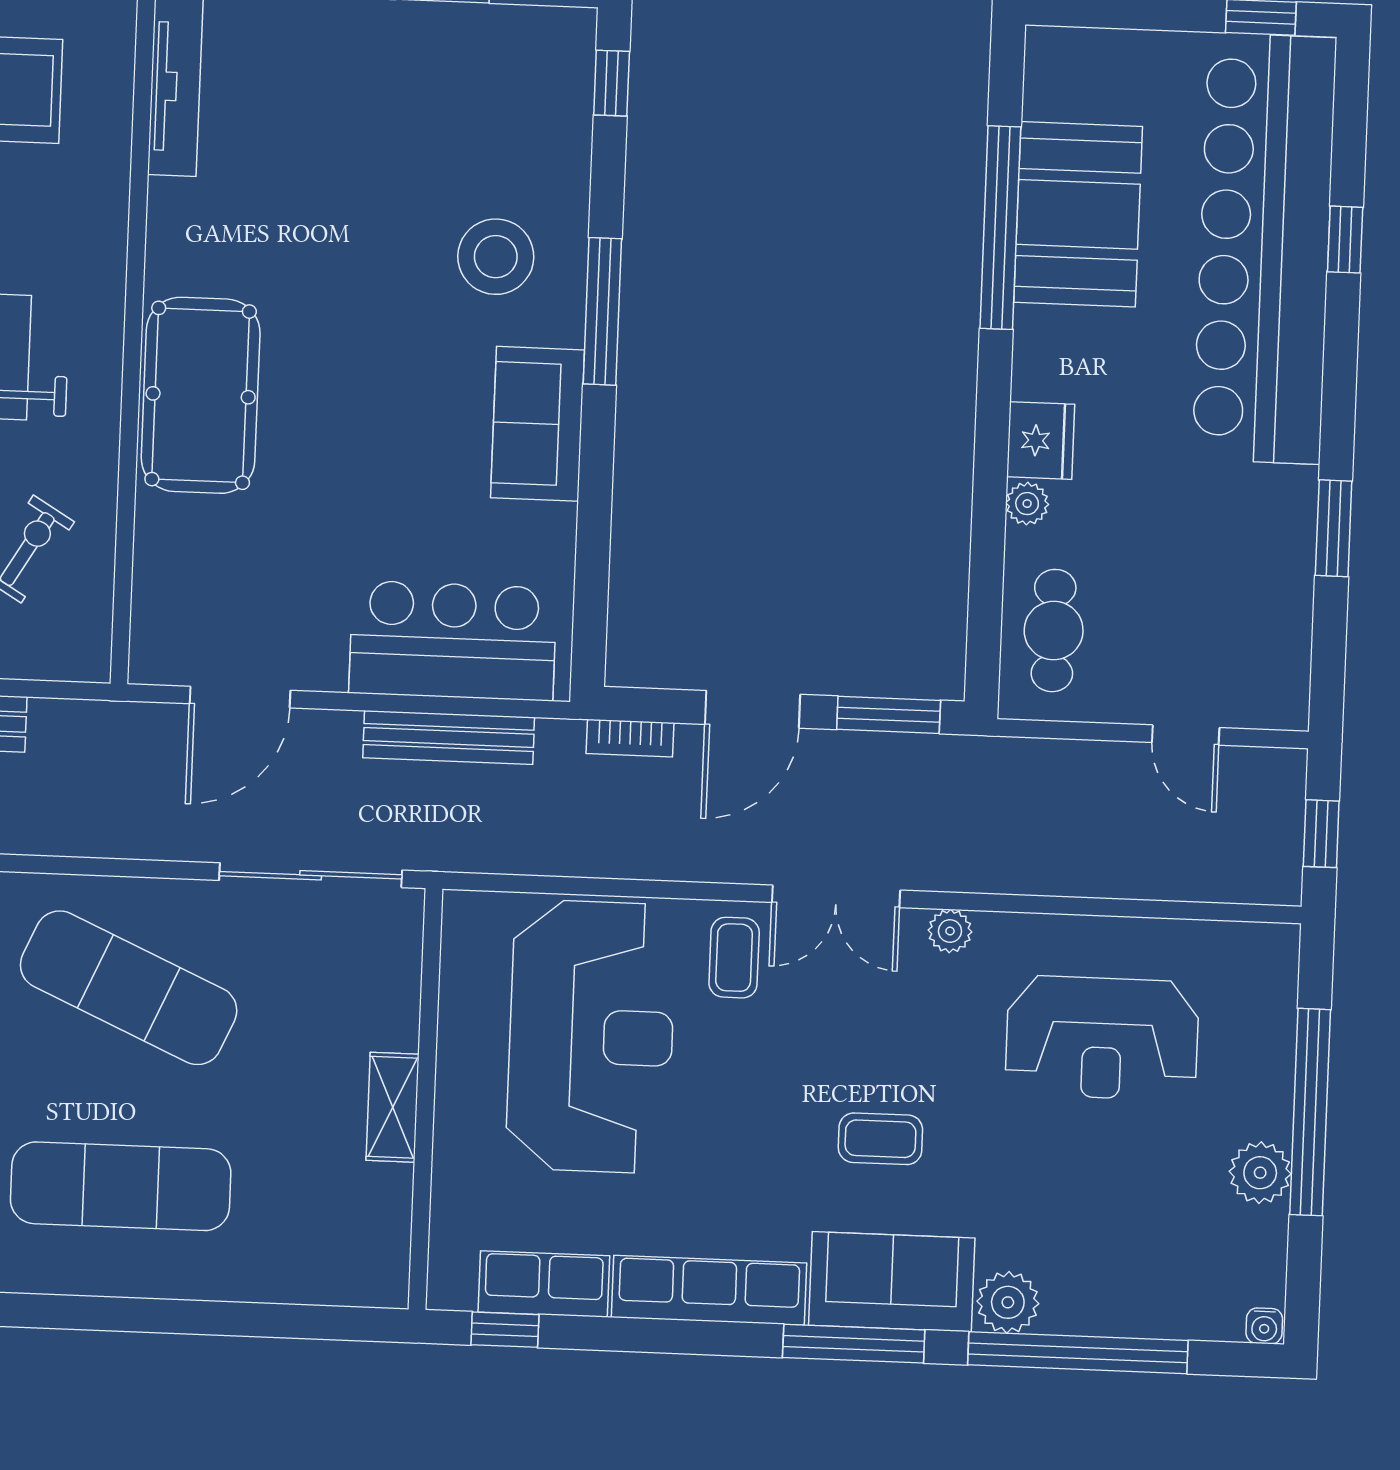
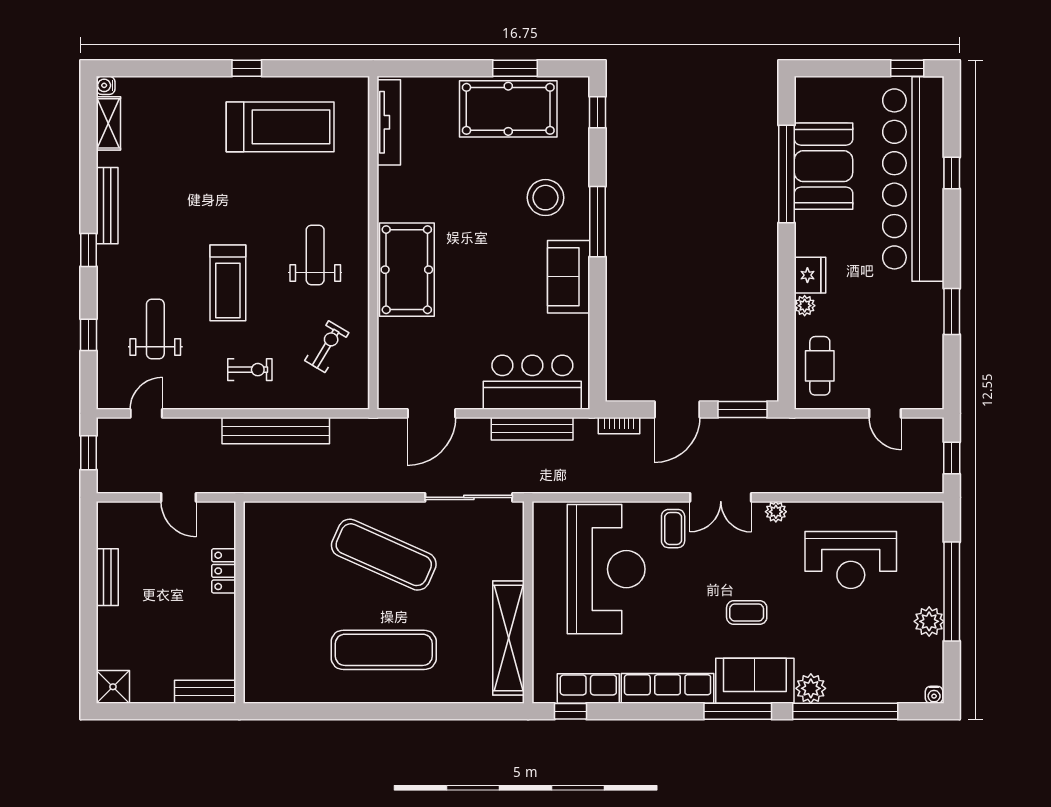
pool table: (425, 68) -> (508, 109), added
shelving: (393, 1107) -> (509, 638), width x2.20, depth x1.33

